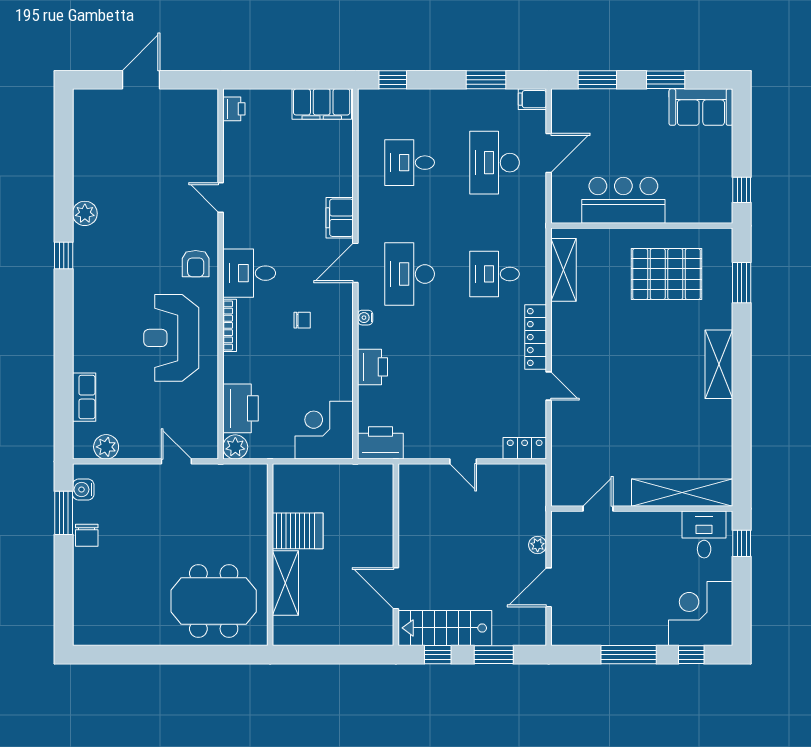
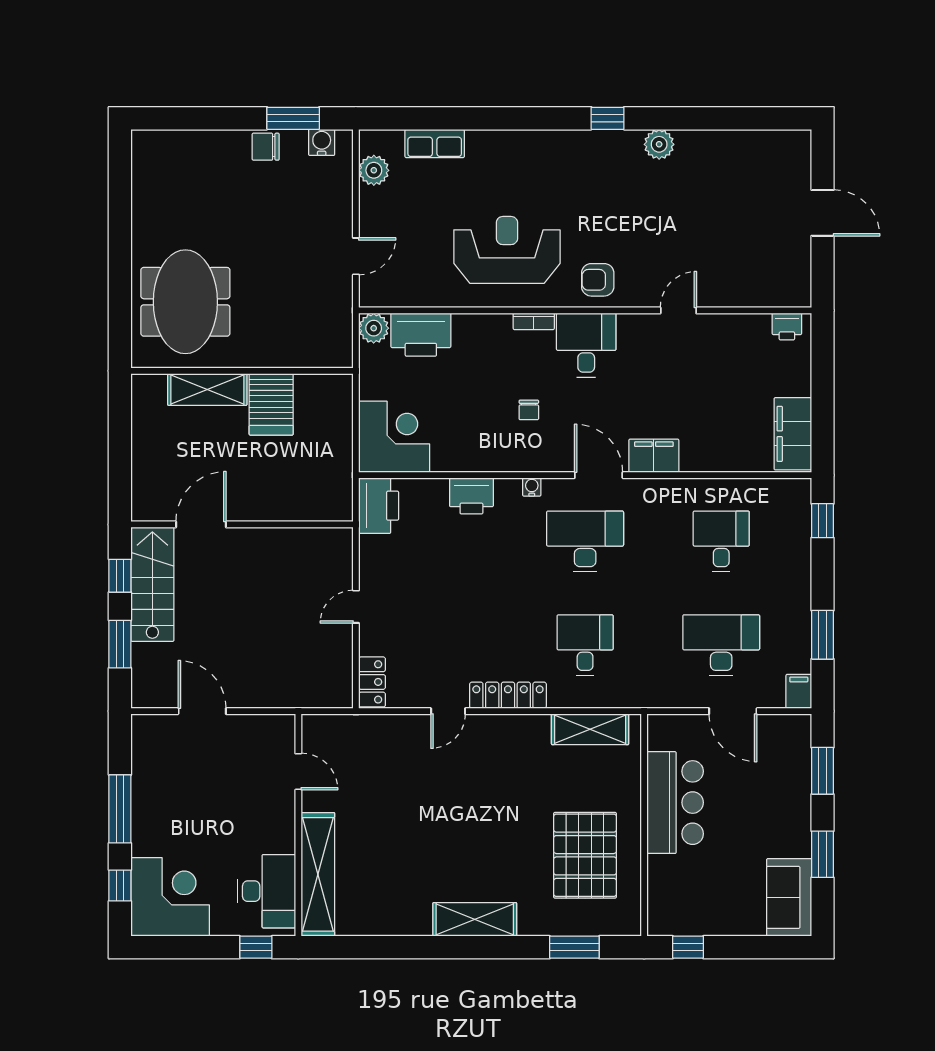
bookcase: (230, 325) -> (534, 321), width x0.64
desk: (704, 534) -> (267, 891), width x1.37
plant: (538, 545) -> (254, 698), removed

